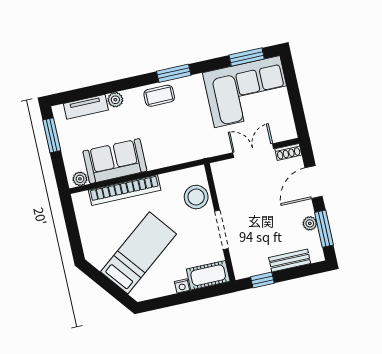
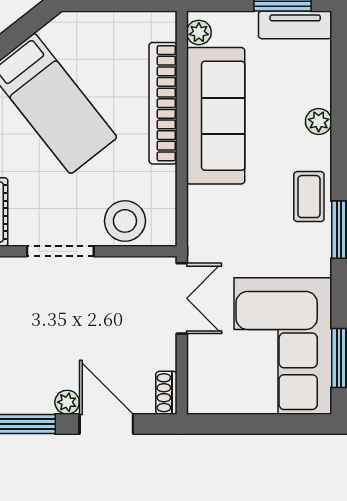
tv unit: (86, 107) -> (295, 25), moved, turned -90
double door: (253, 151) -> (182, 298), moved
sofa: (115, 161) -> (216, 116), width x1.36
plant: (310, 223) -> (67, 402), moved

